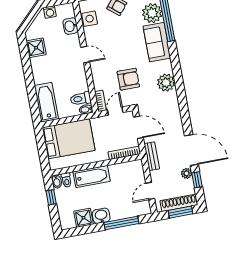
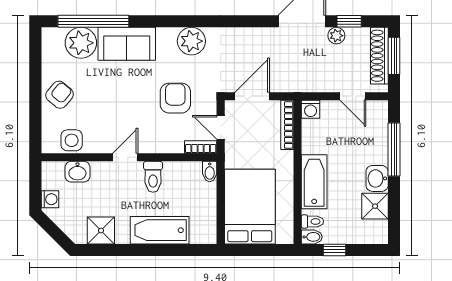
toilet: (81, 99) -> (153, 177), moved
bathtub: (46, 102) -> (160, 230), moved
bench: (152, 156) -> (300, 84), removed
washing machine: (137, 166) -> (311, 109), added

